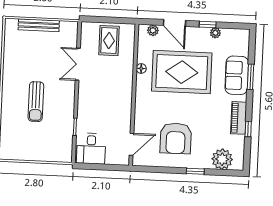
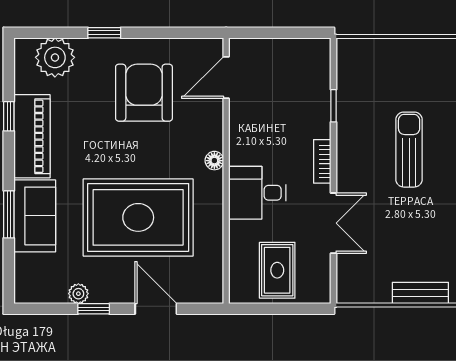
bench: (39, 25) -> (420, 293), width x0.73
plant: (153, 30) -> (196, 293), removed
floor lamp: (141, 68) -> (214, 161), moved
bookcase: (82, 97) -> (322, 161), added
piano: (239, 118) -> (32, 136), width x1.37, depth x1.33
desk: (91, 149) -> (257, 193), moved, turned -90

